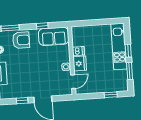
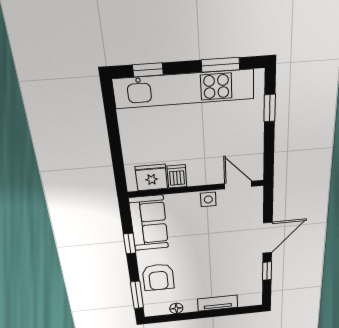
armchair: (21, 40) -> (158, 277), turned 180
kitchen unit: (119, 46) -> (184, 89), width x1.36
window: (128, 51) -> (148, 70), moved
fridge: (80, 63) -> (151, 178), moved

